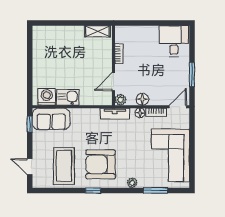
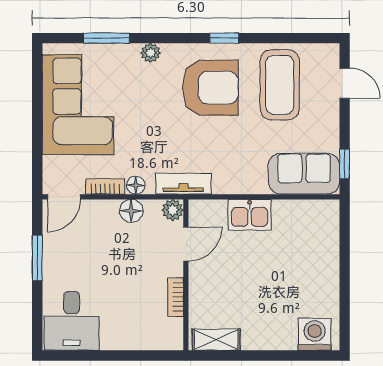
washing machine: (47, 97) -> (315, 334), moved, turned 180
kitchen sink: (68, 97) -> (250, 215), moved

